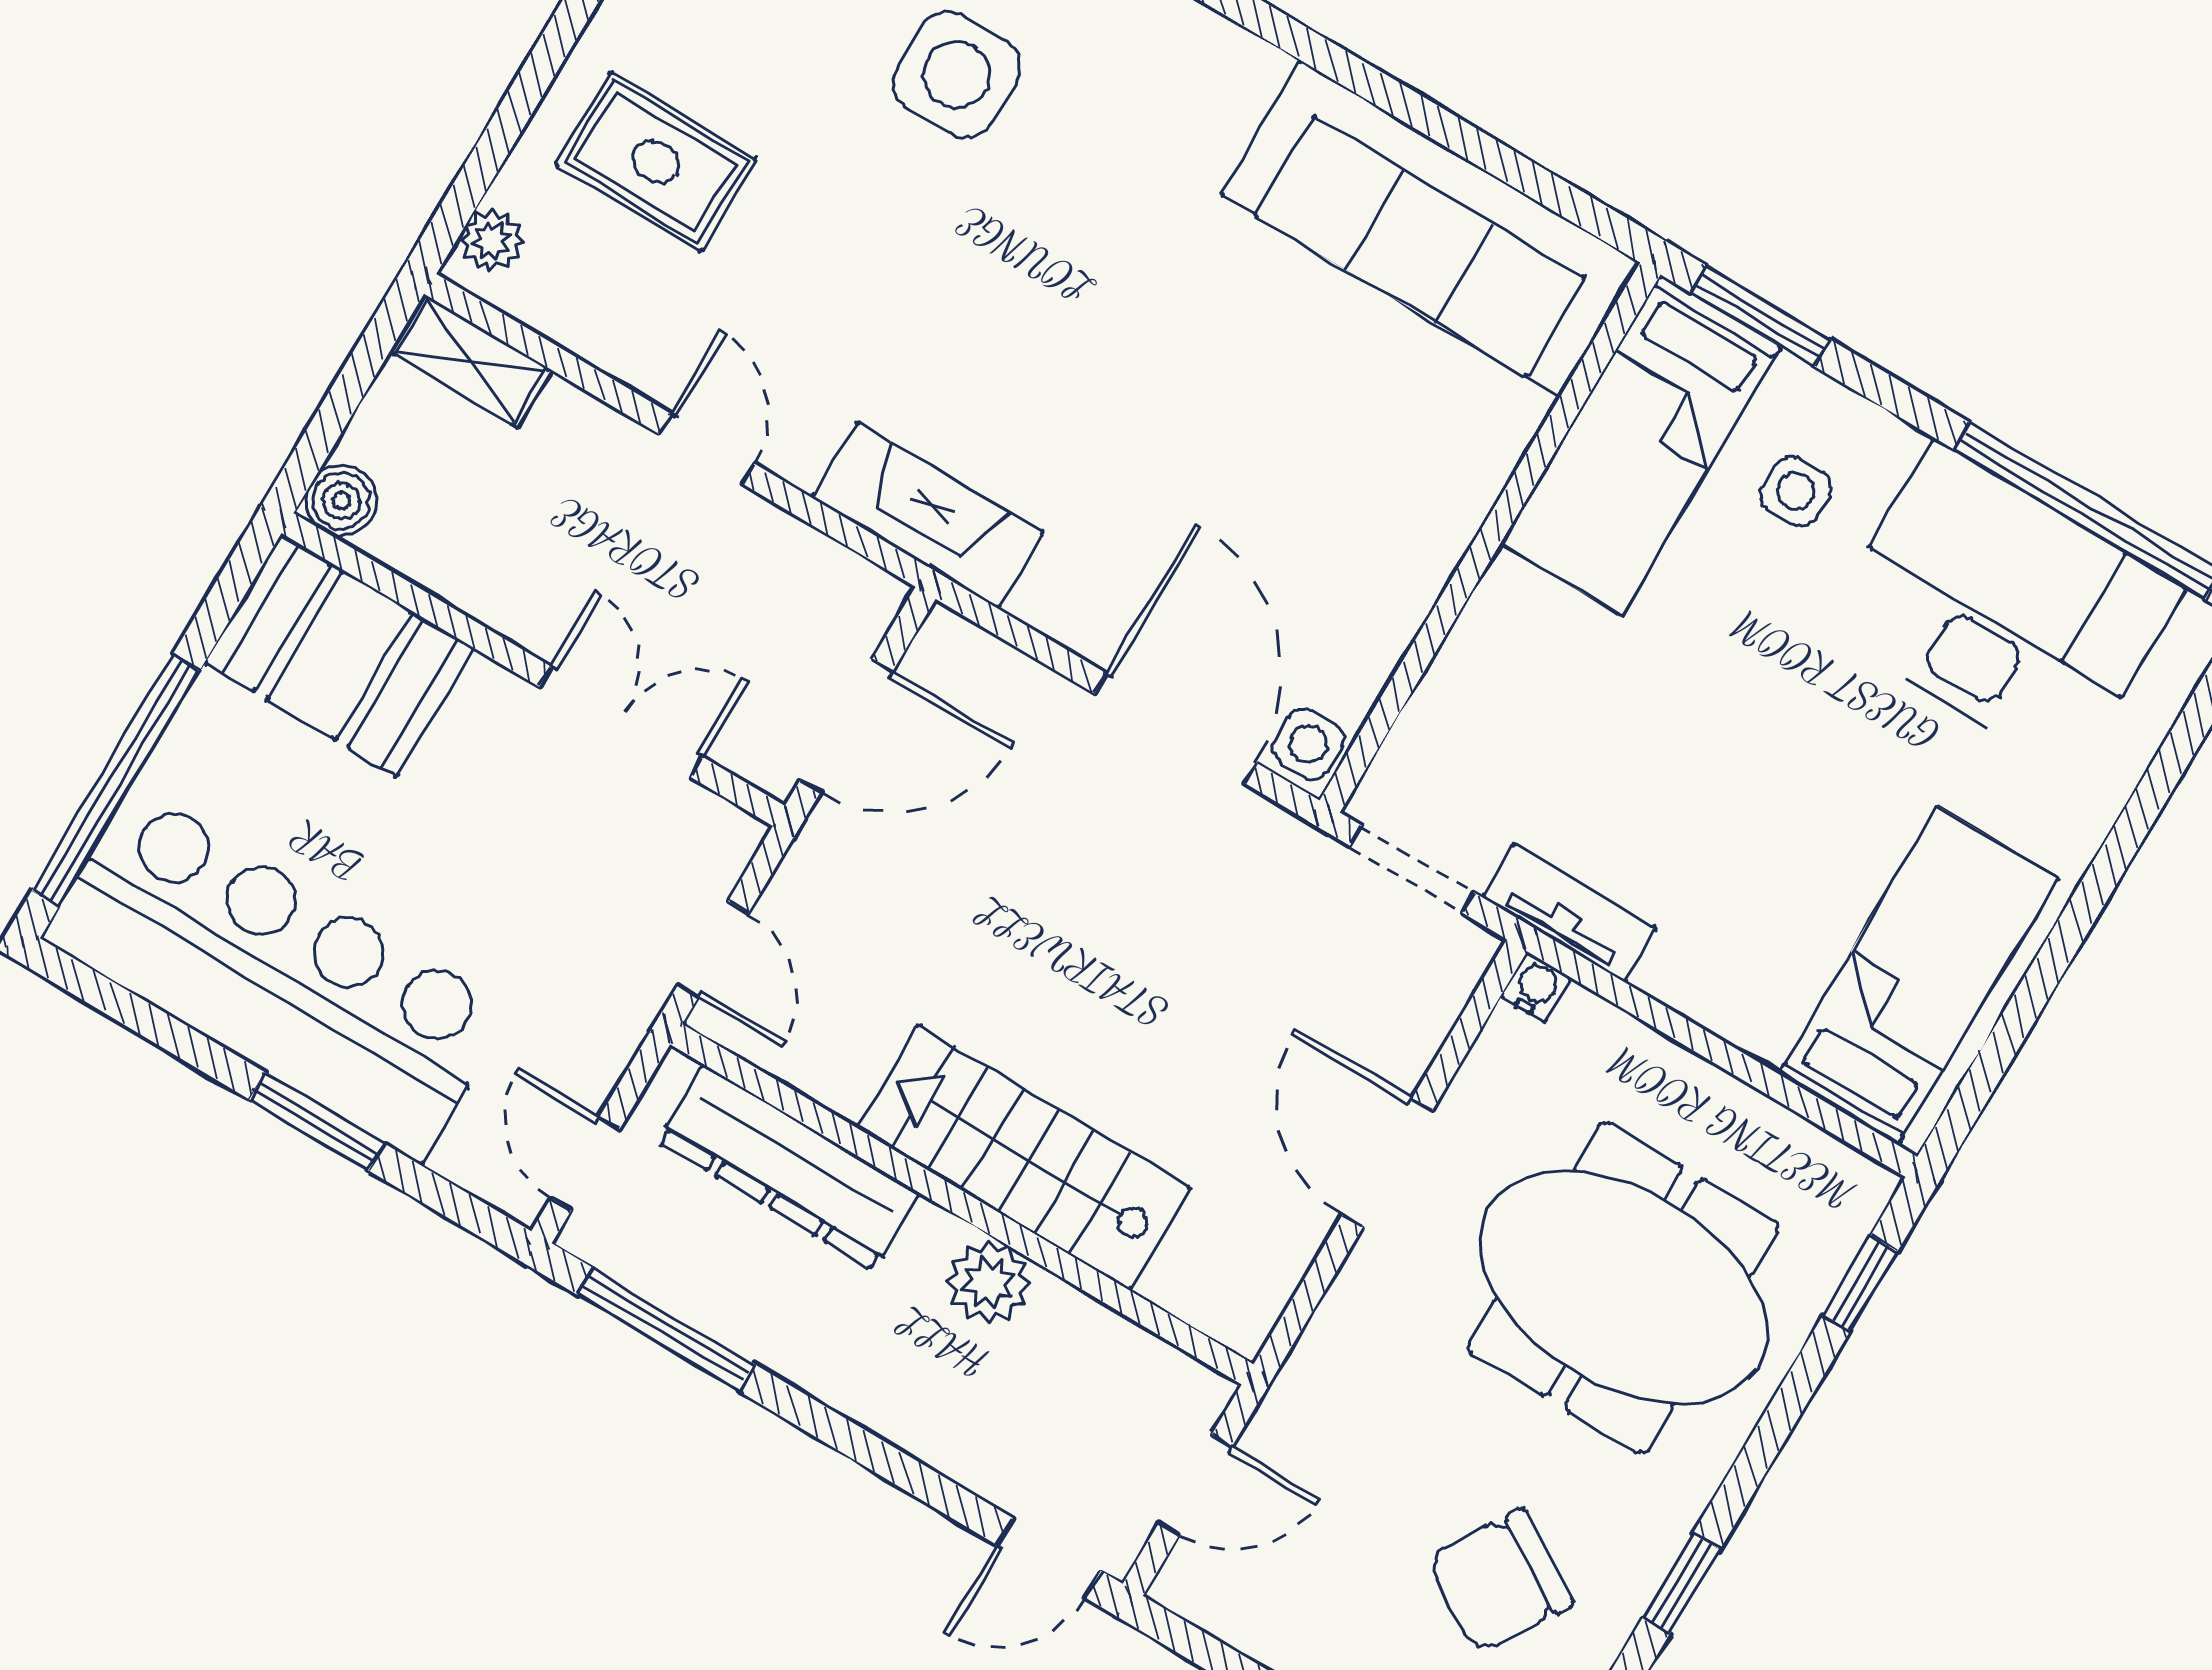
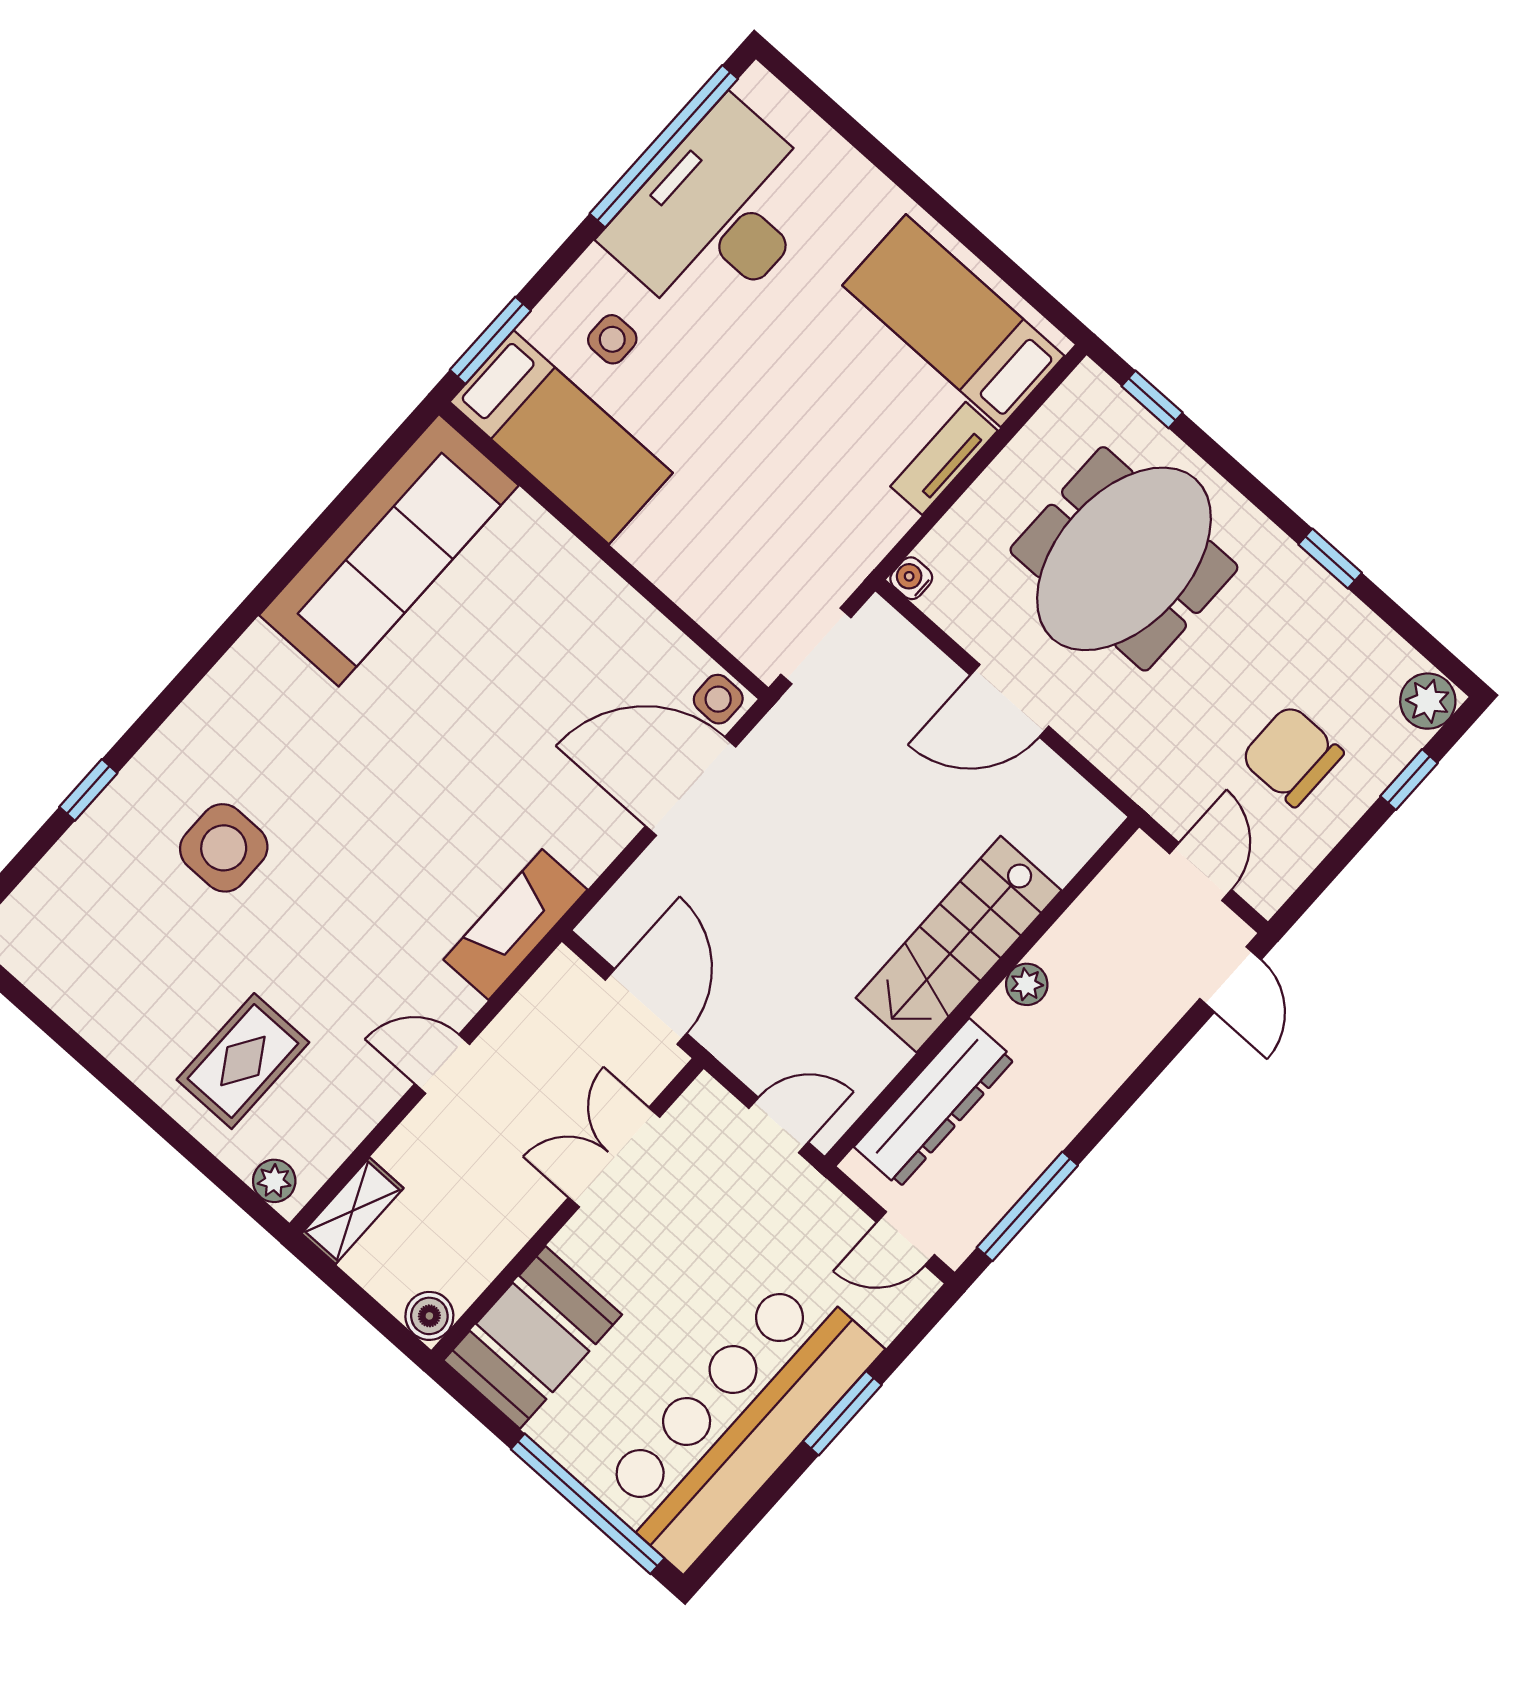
tv unit: (1569, 913) -> (944, 458), moved
plant: (989, 1282) -> (1027, 984), width x0.73, depth x0.73
chair: (1500, 1581) -> (1292, 756), moved, turned 148

